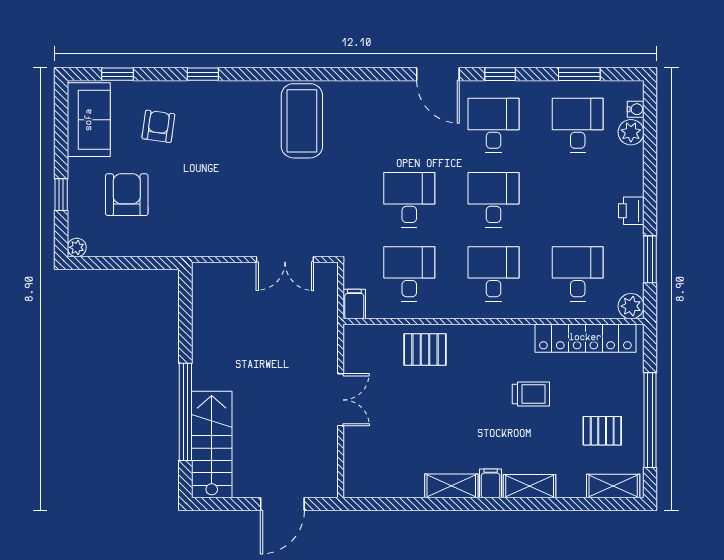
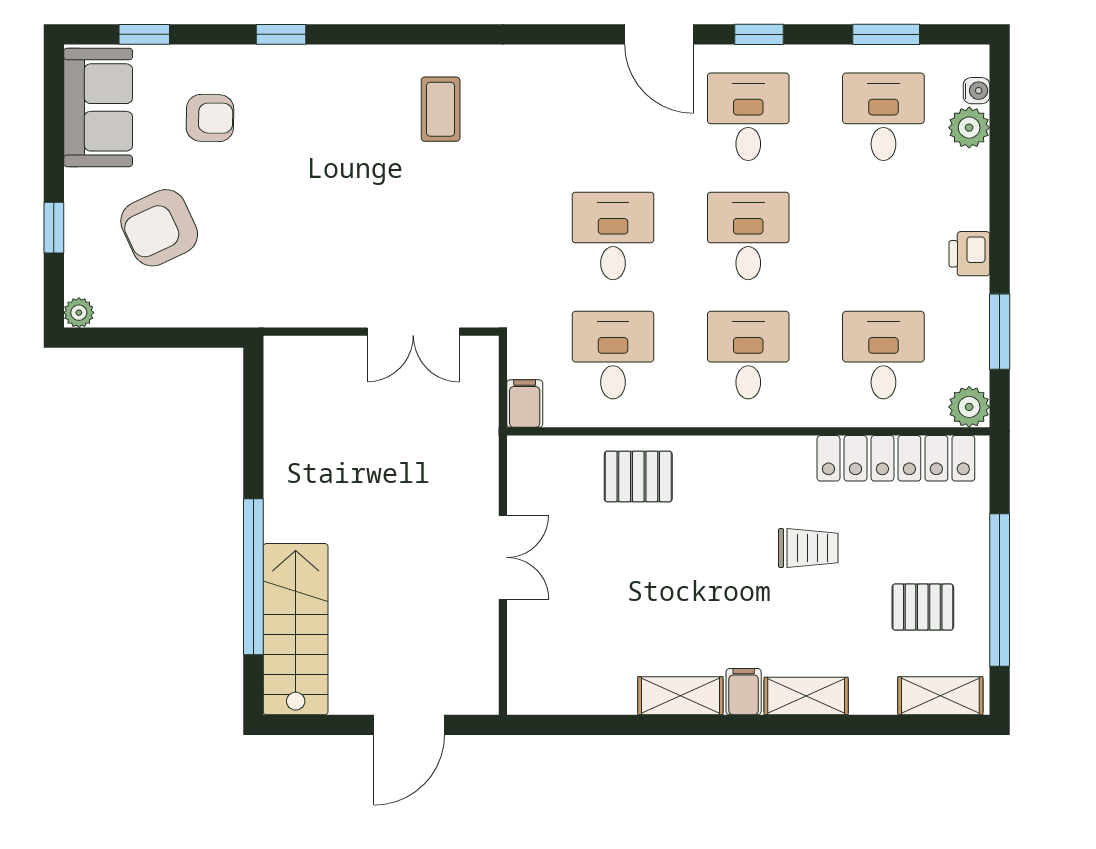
coffee table: (302, 121) -> (441, 109), width x0.54, depth x0.58
armchair: (158, 126) -> (210, 118), turned 83
armchair: (127, 195) -> (159, 228), turned -115

